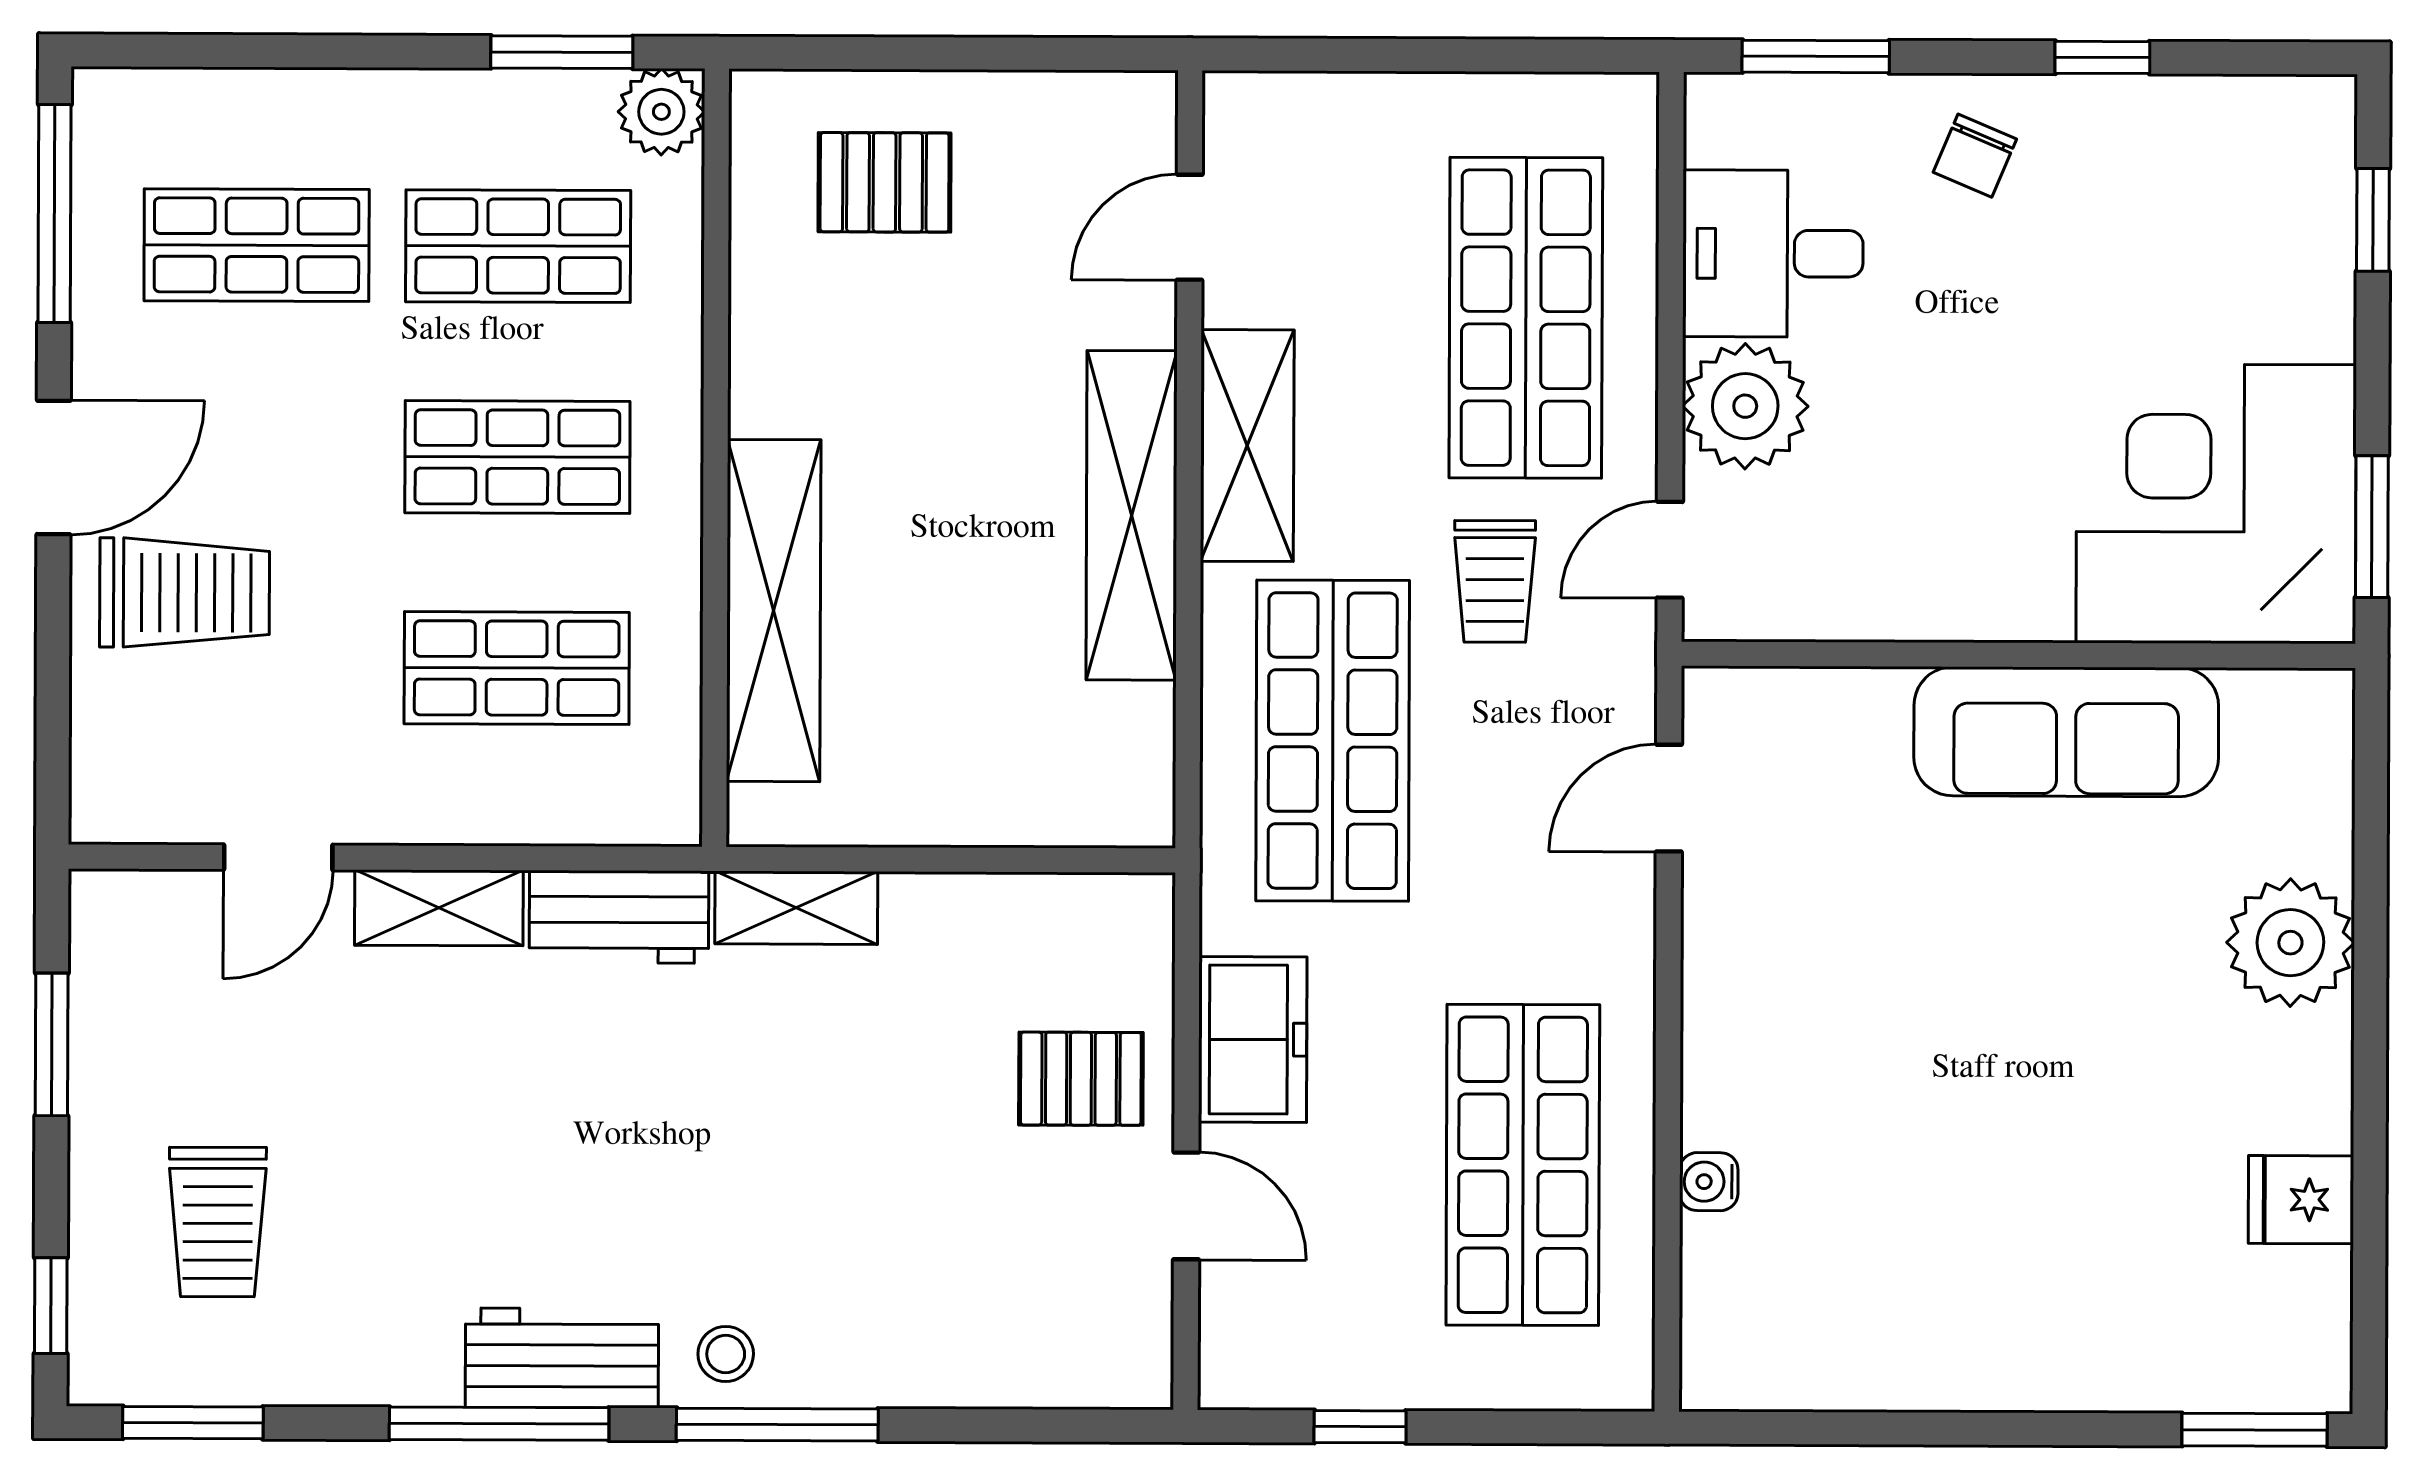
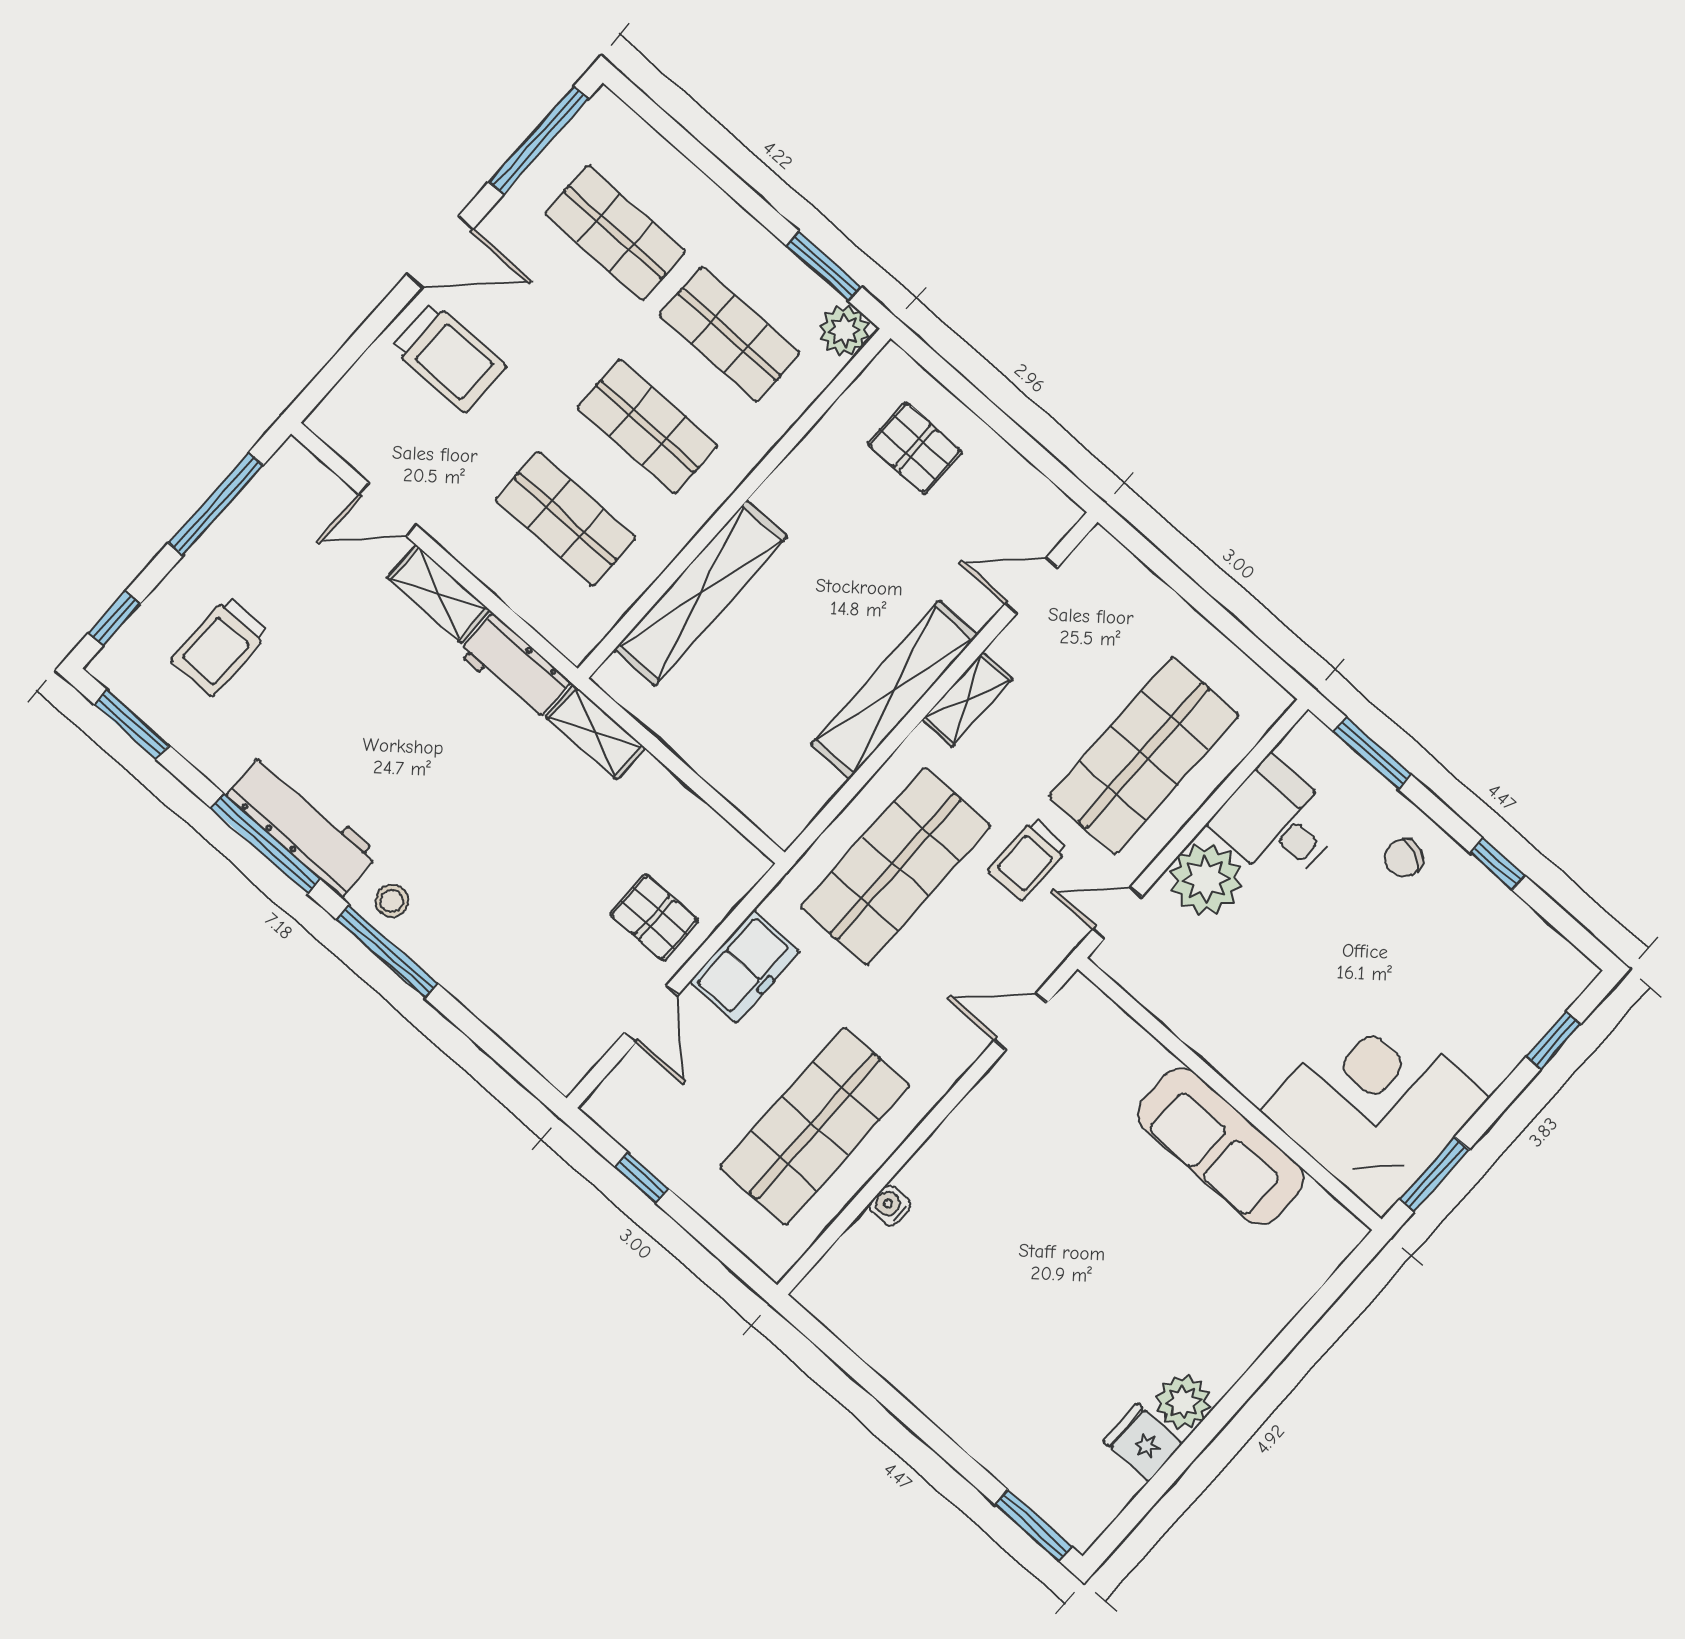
shelving: (1247, 446) -> (967, 699), width x0.67, depth x0.75
plant: (2290, 943) -> (1183, 1402), moved, width x0.73, depth x0.73
window: (52, 1044) -> (216, 504), width x1.44
workbench: (562, 1358) -> (303, 825), width x1.38

